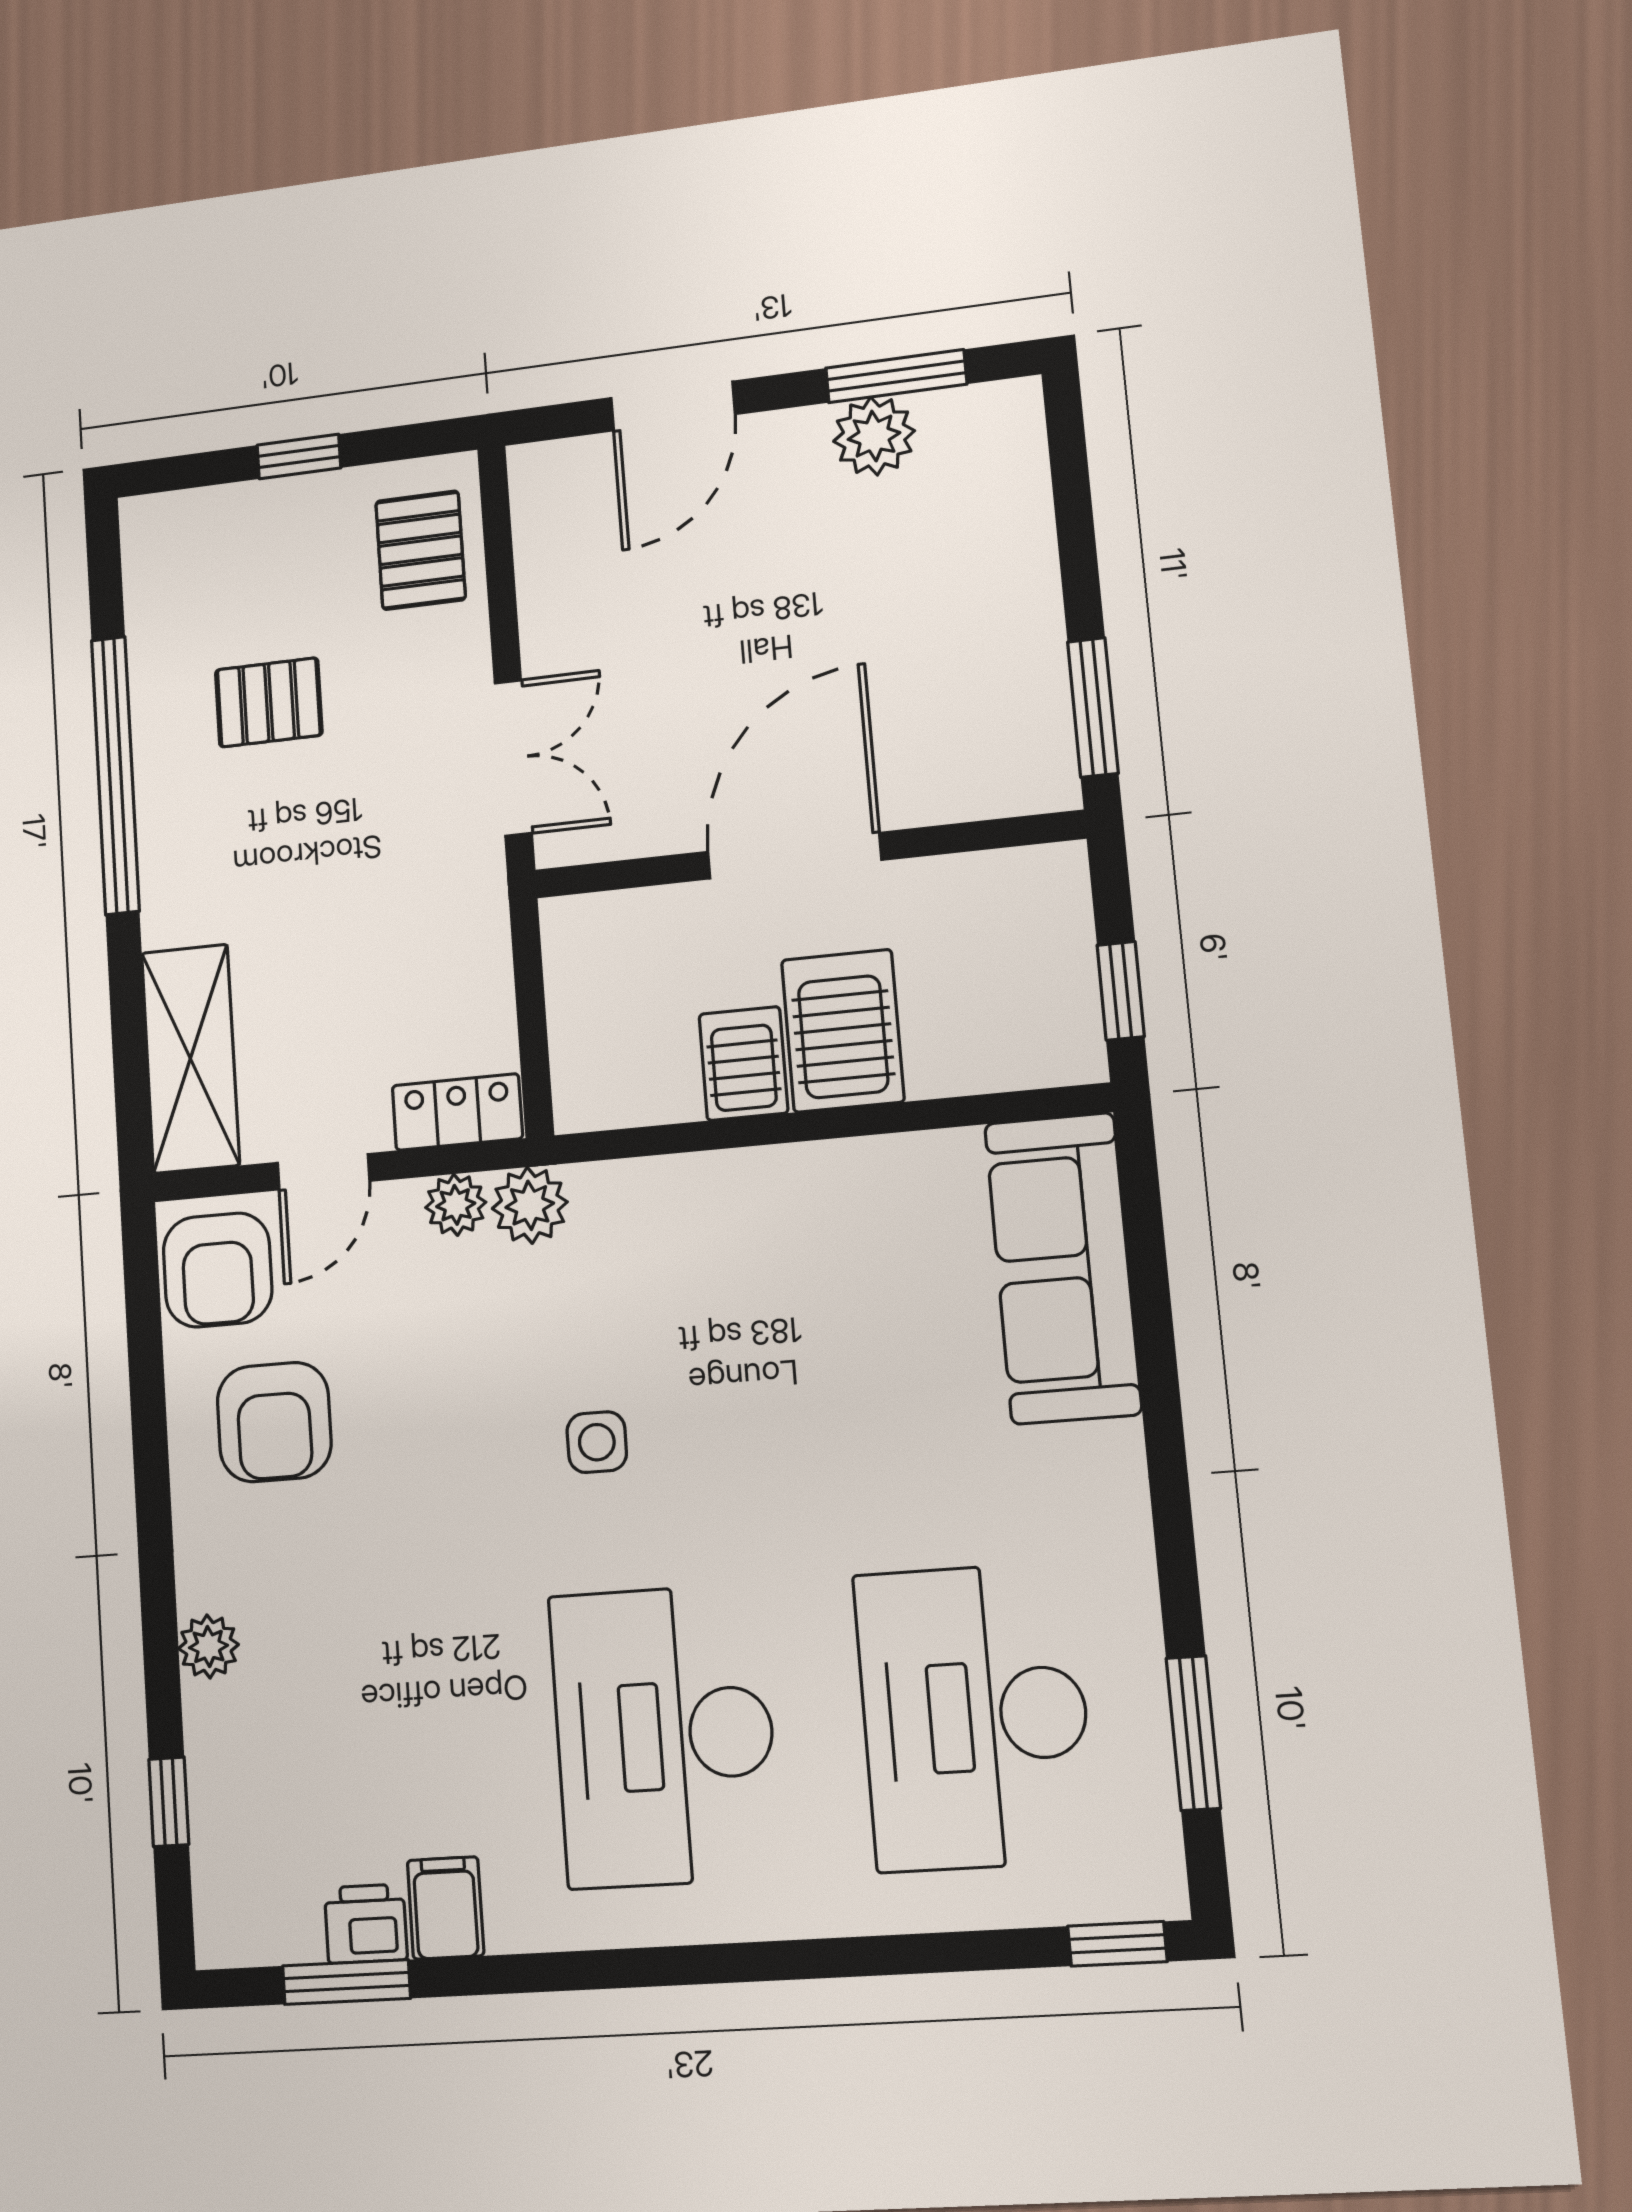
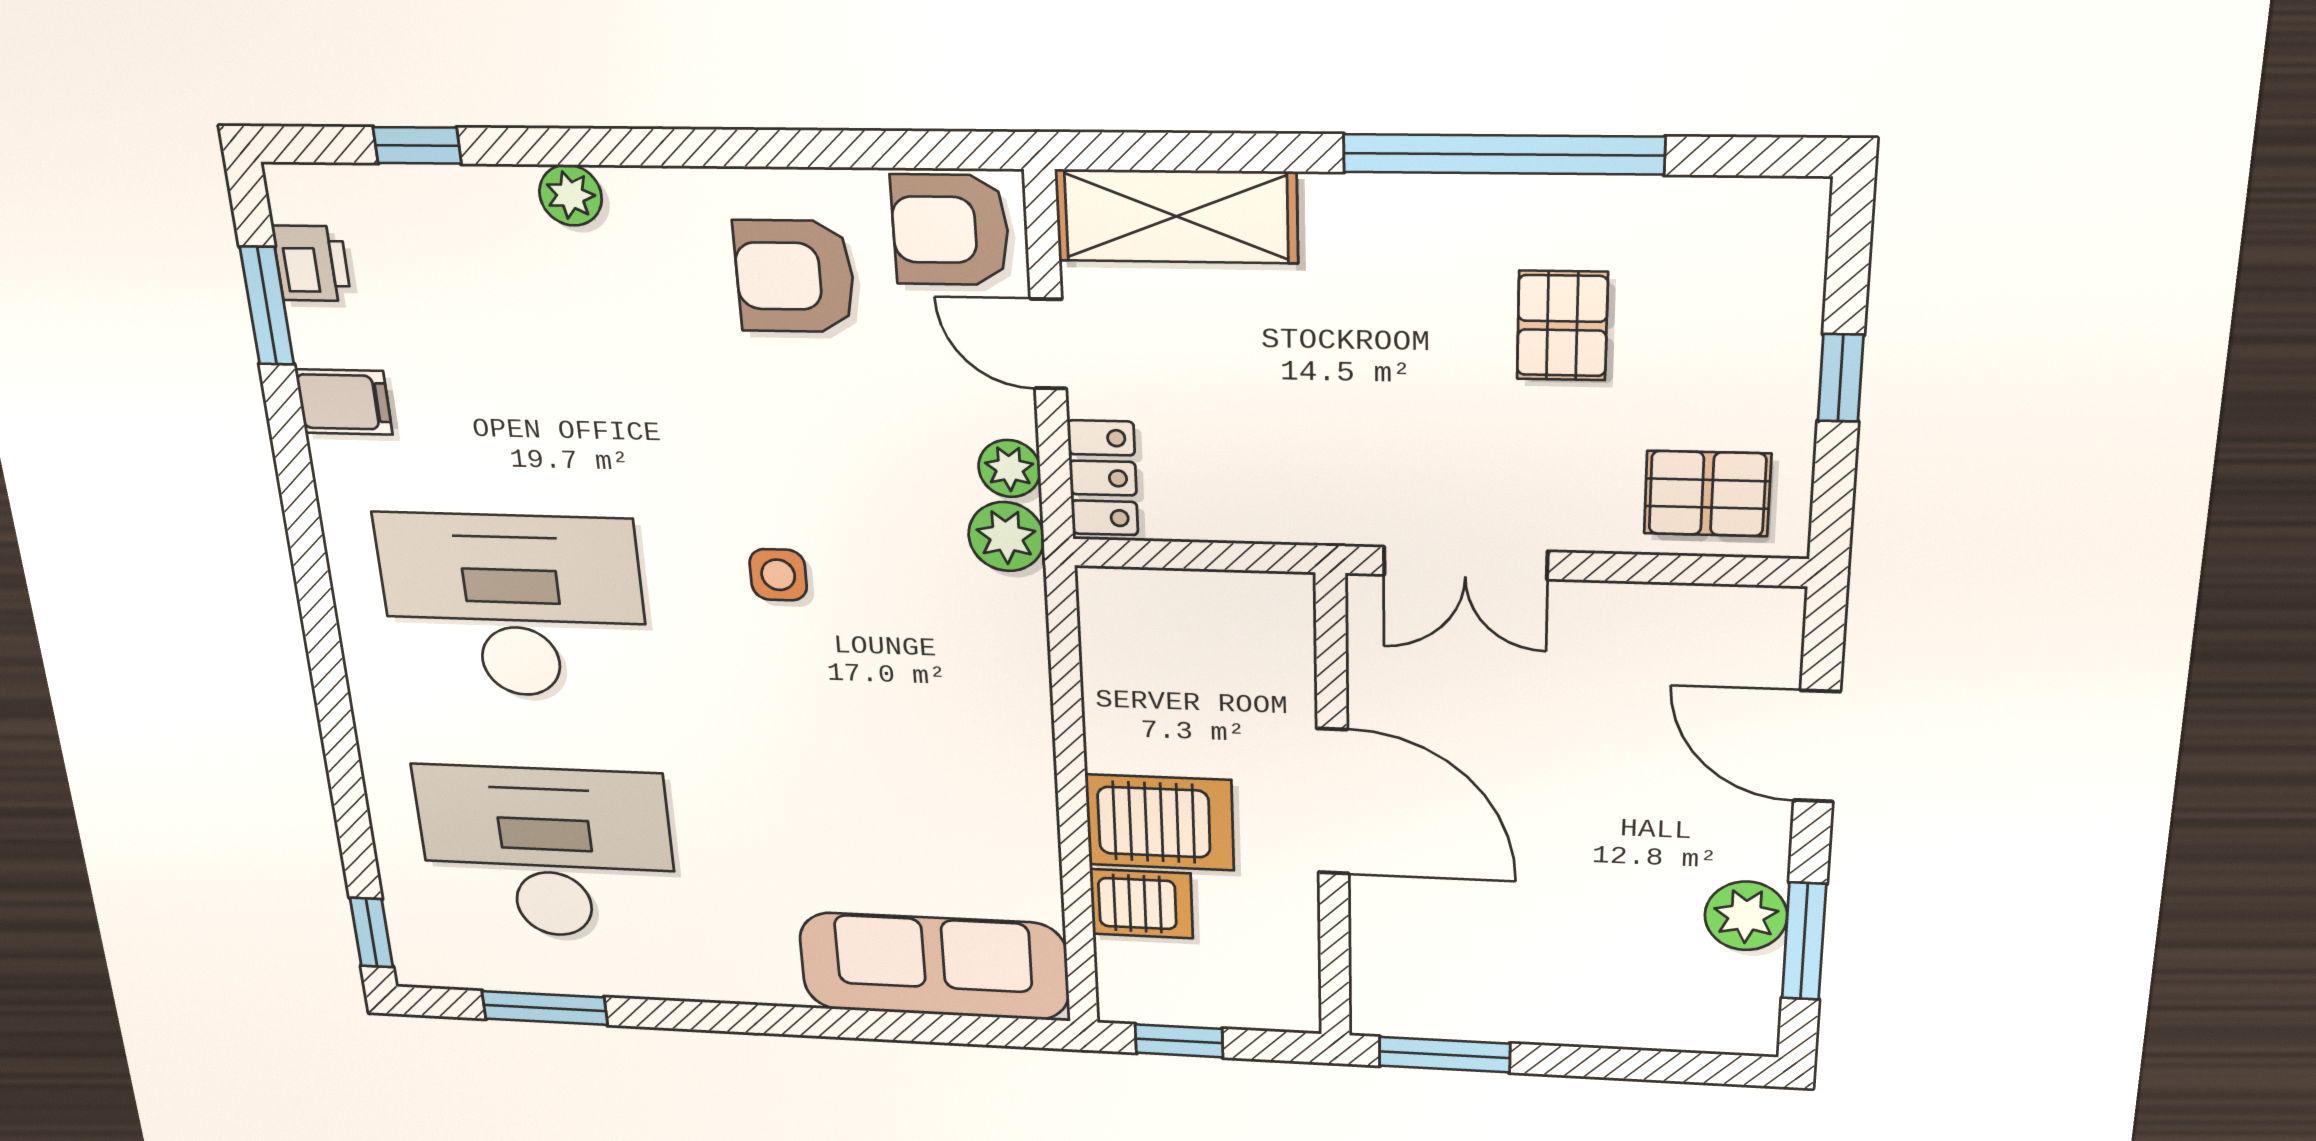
server rack: (743, 1063) -> (1141, 904), moved
printer: (366, 1924) -> (312, 263), moved

